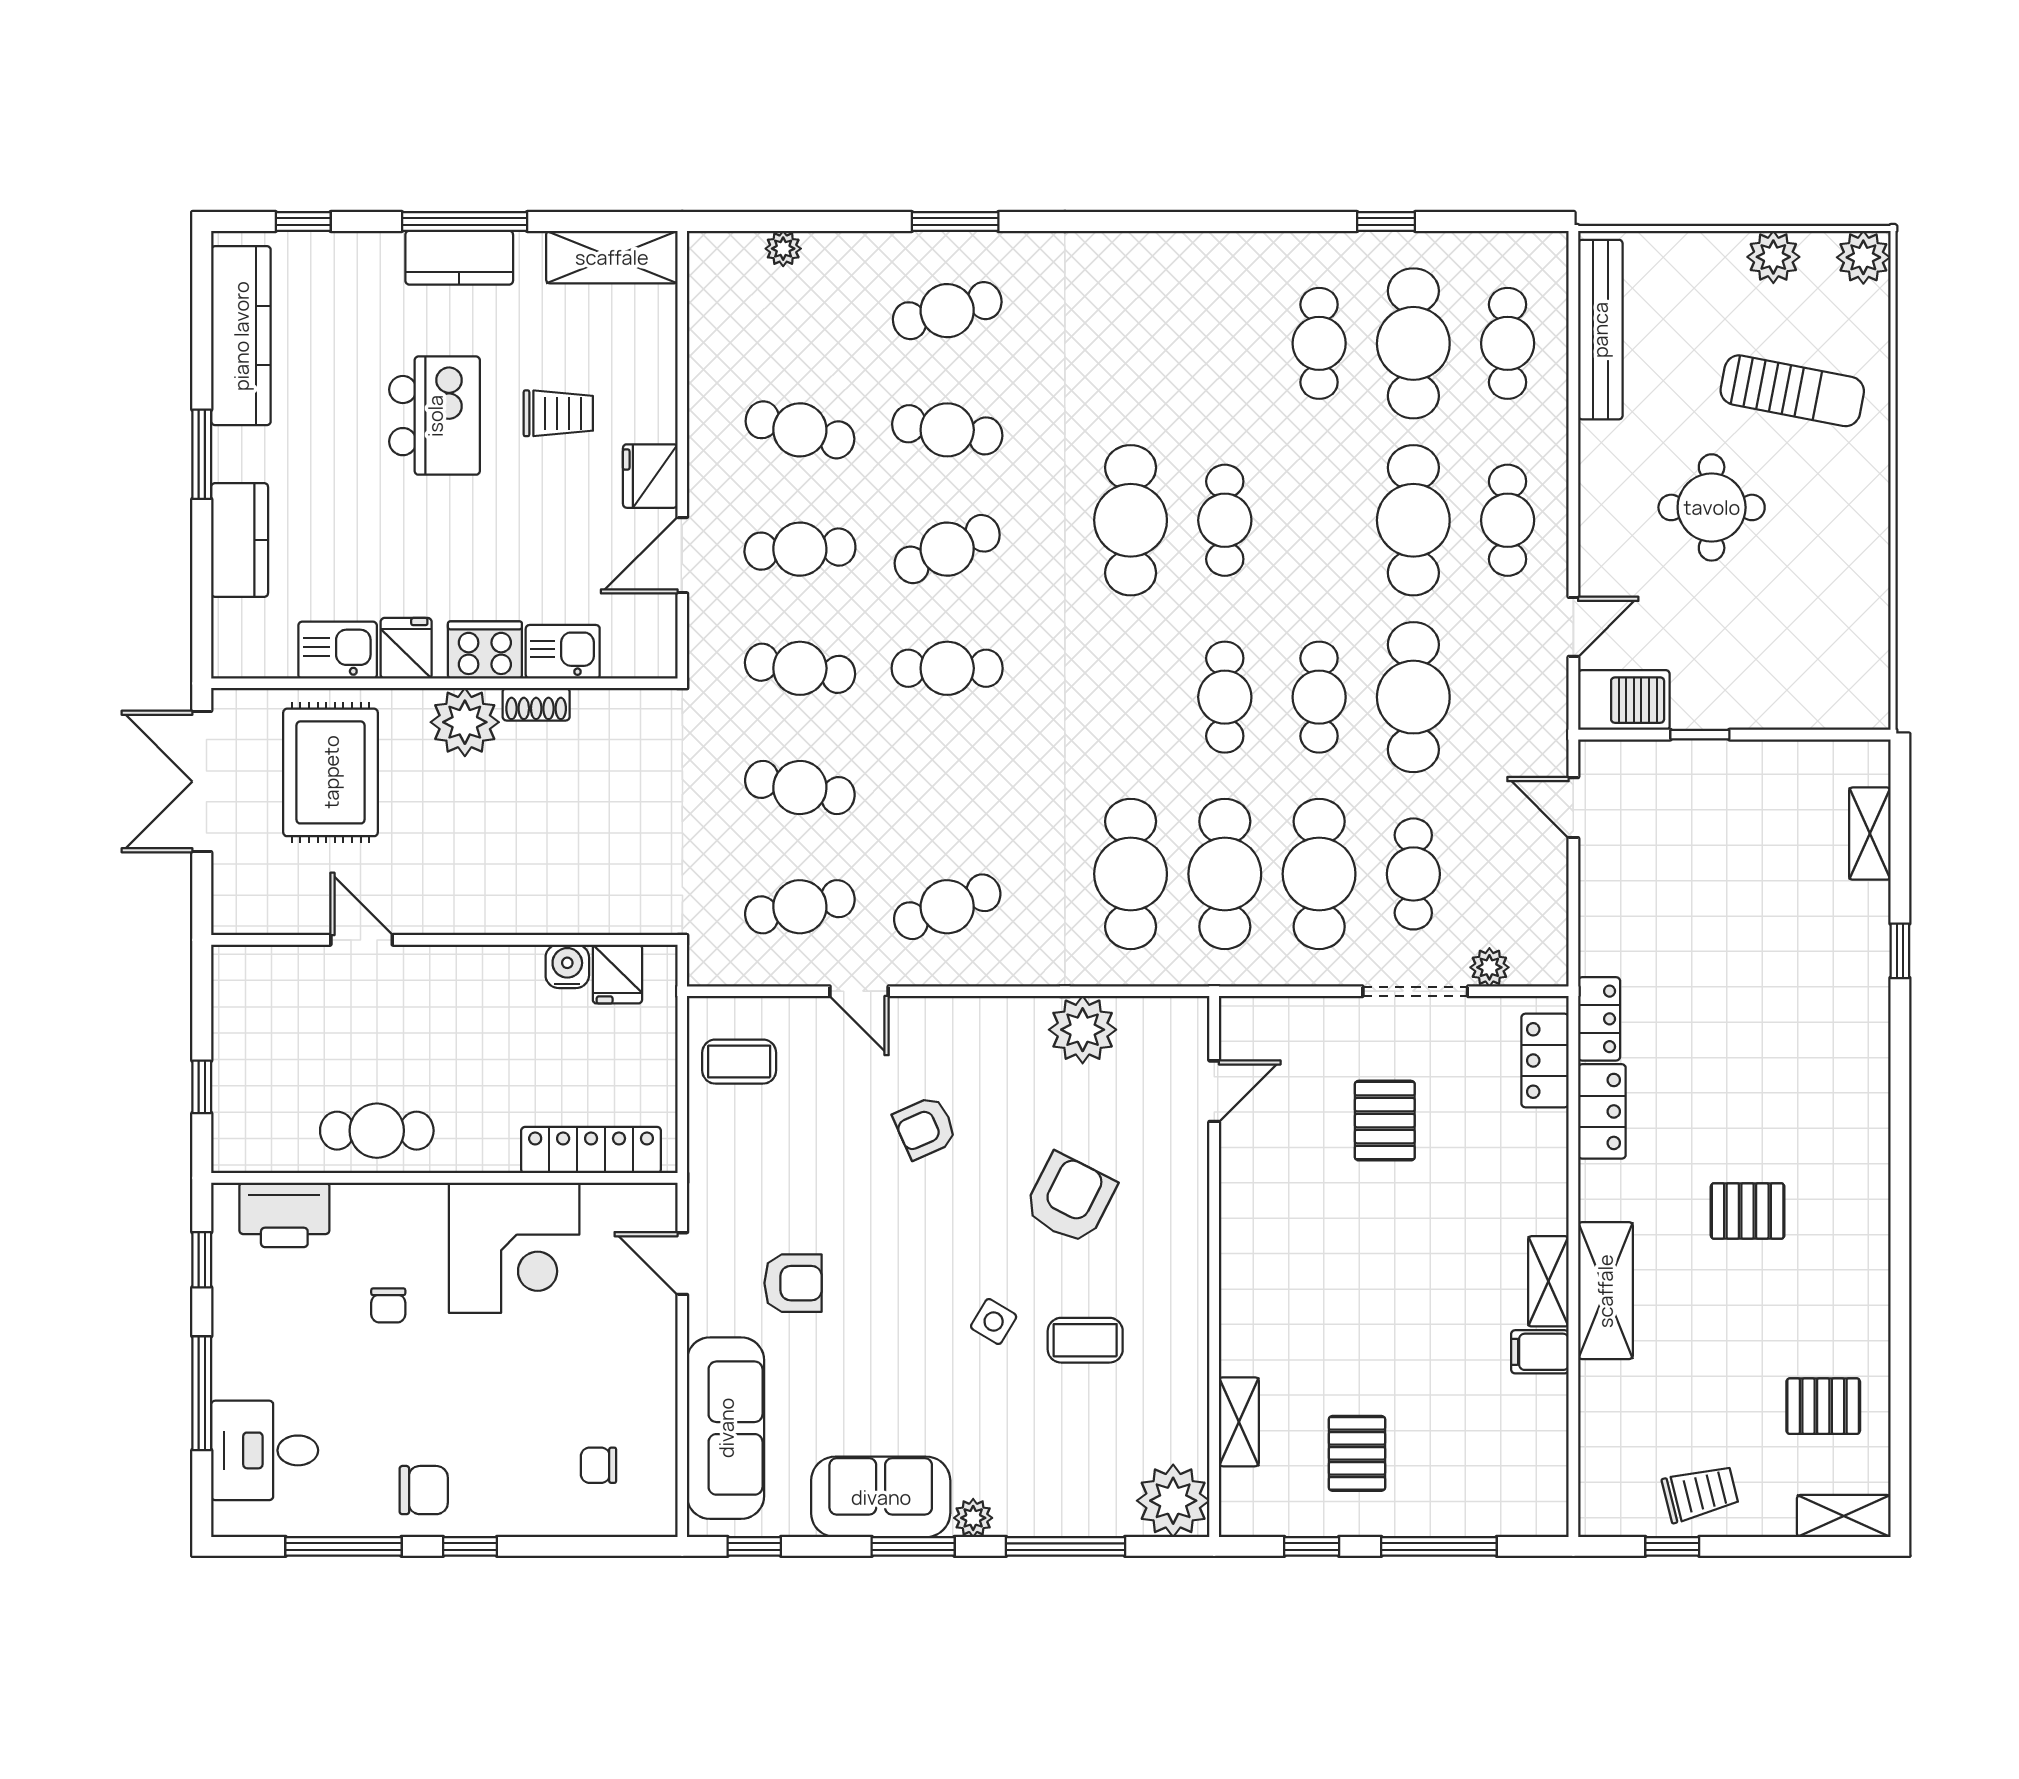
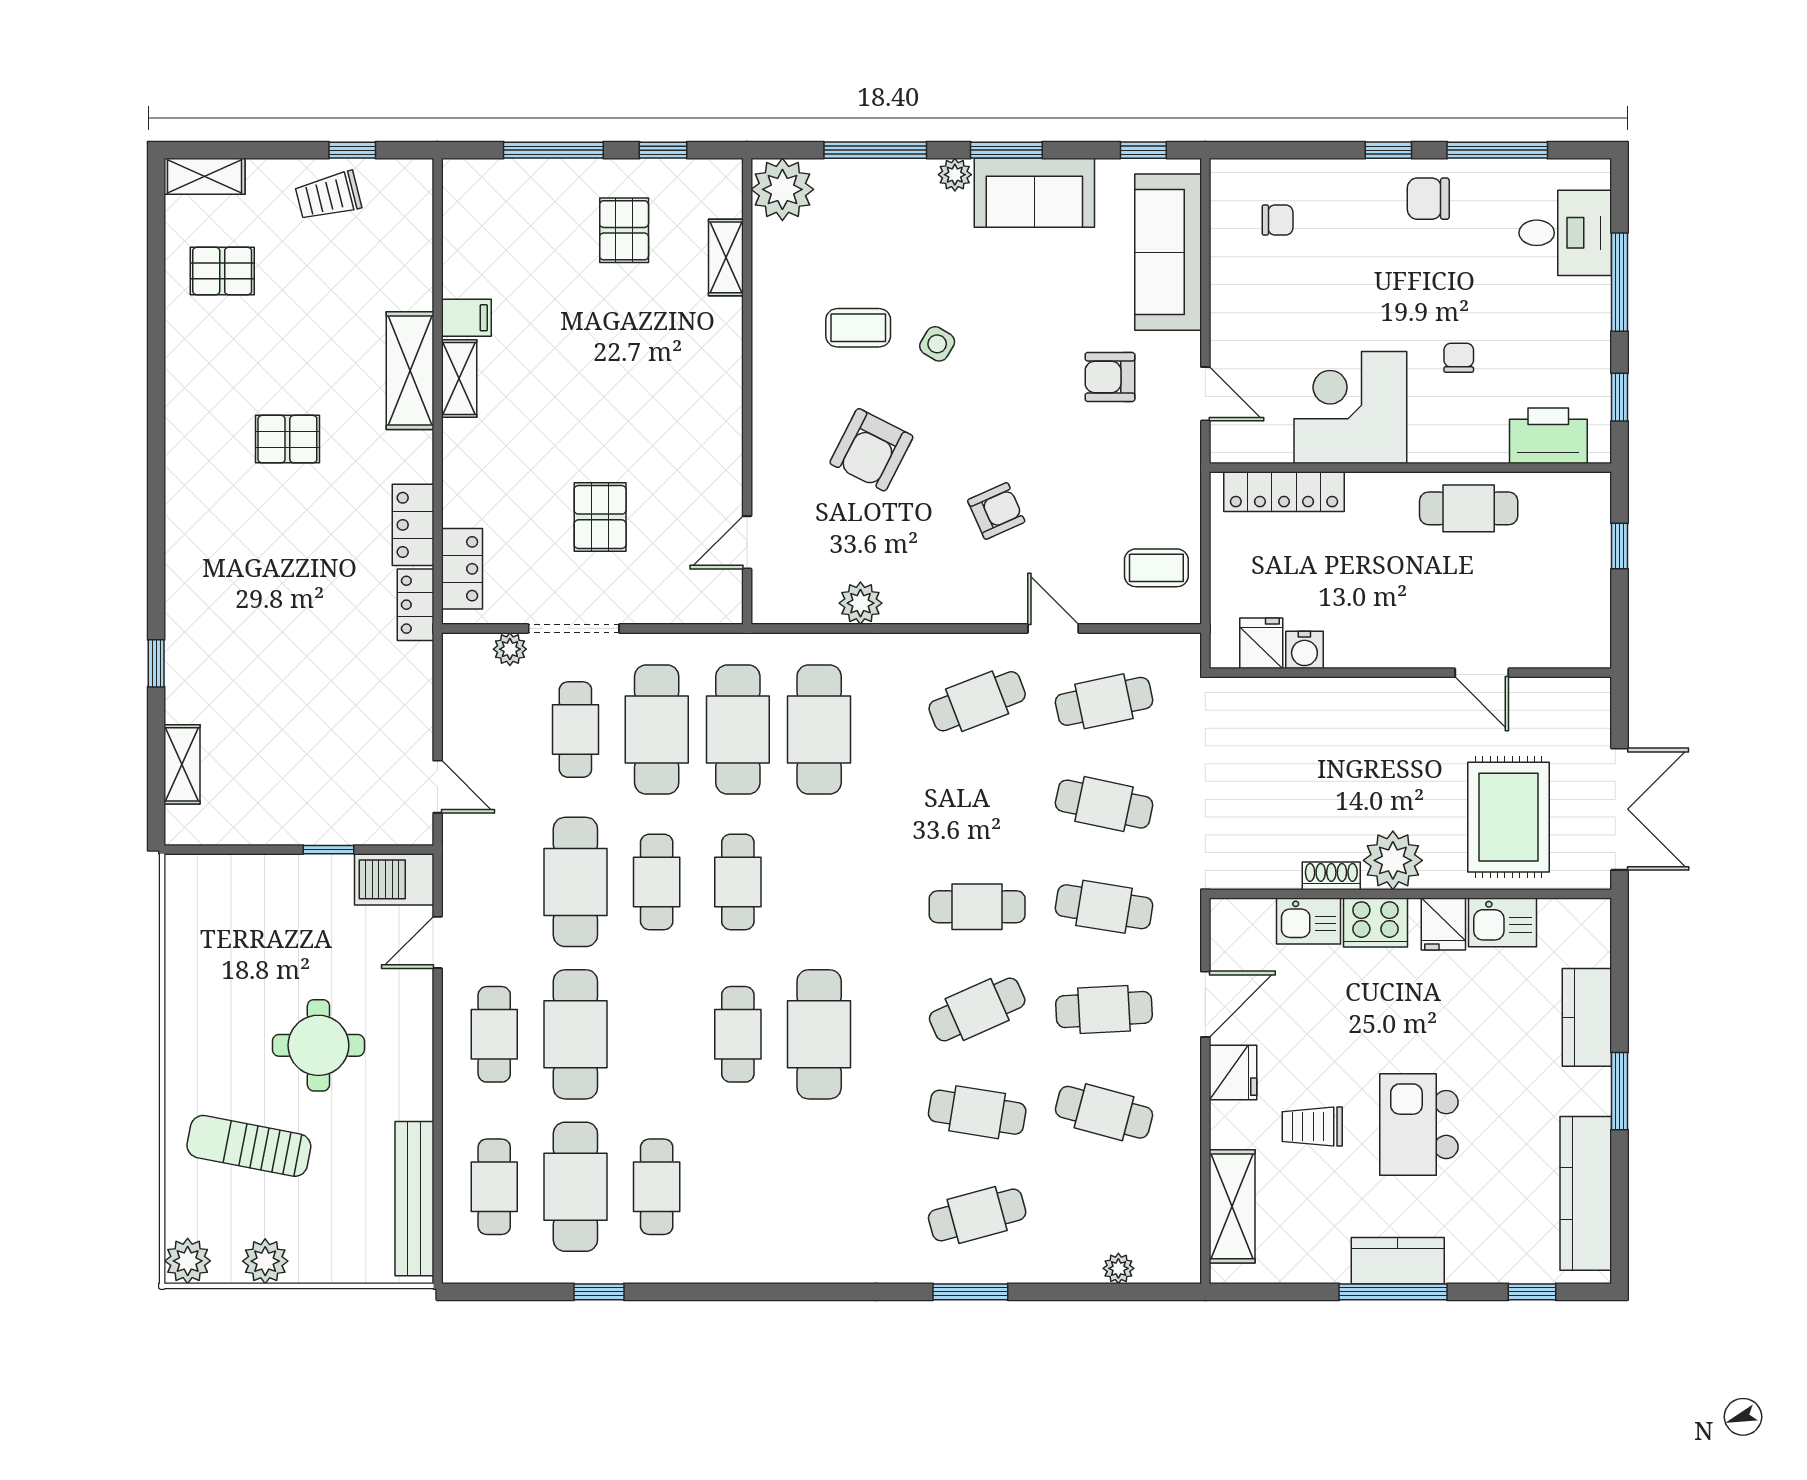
shelving: (612, 257) -> (1232, 1206), moved, turned 90
plant: (1083, 1030) -> (860, 603), width x0.73, depth x0.73

